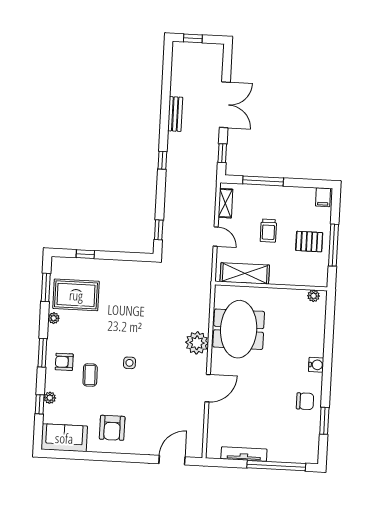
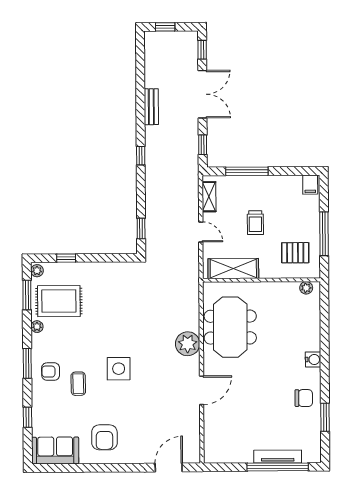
window: (227, 62) -> (202, 50), added
pallet: (309, 242) -> (295, 253), moved
side table: (129, 363) -> (119, 369), width x1.87, depth x1.87
plant: (50, 398) -> (37, 271), moved
tv unit: (244, 454) -> (278, 456), moved

